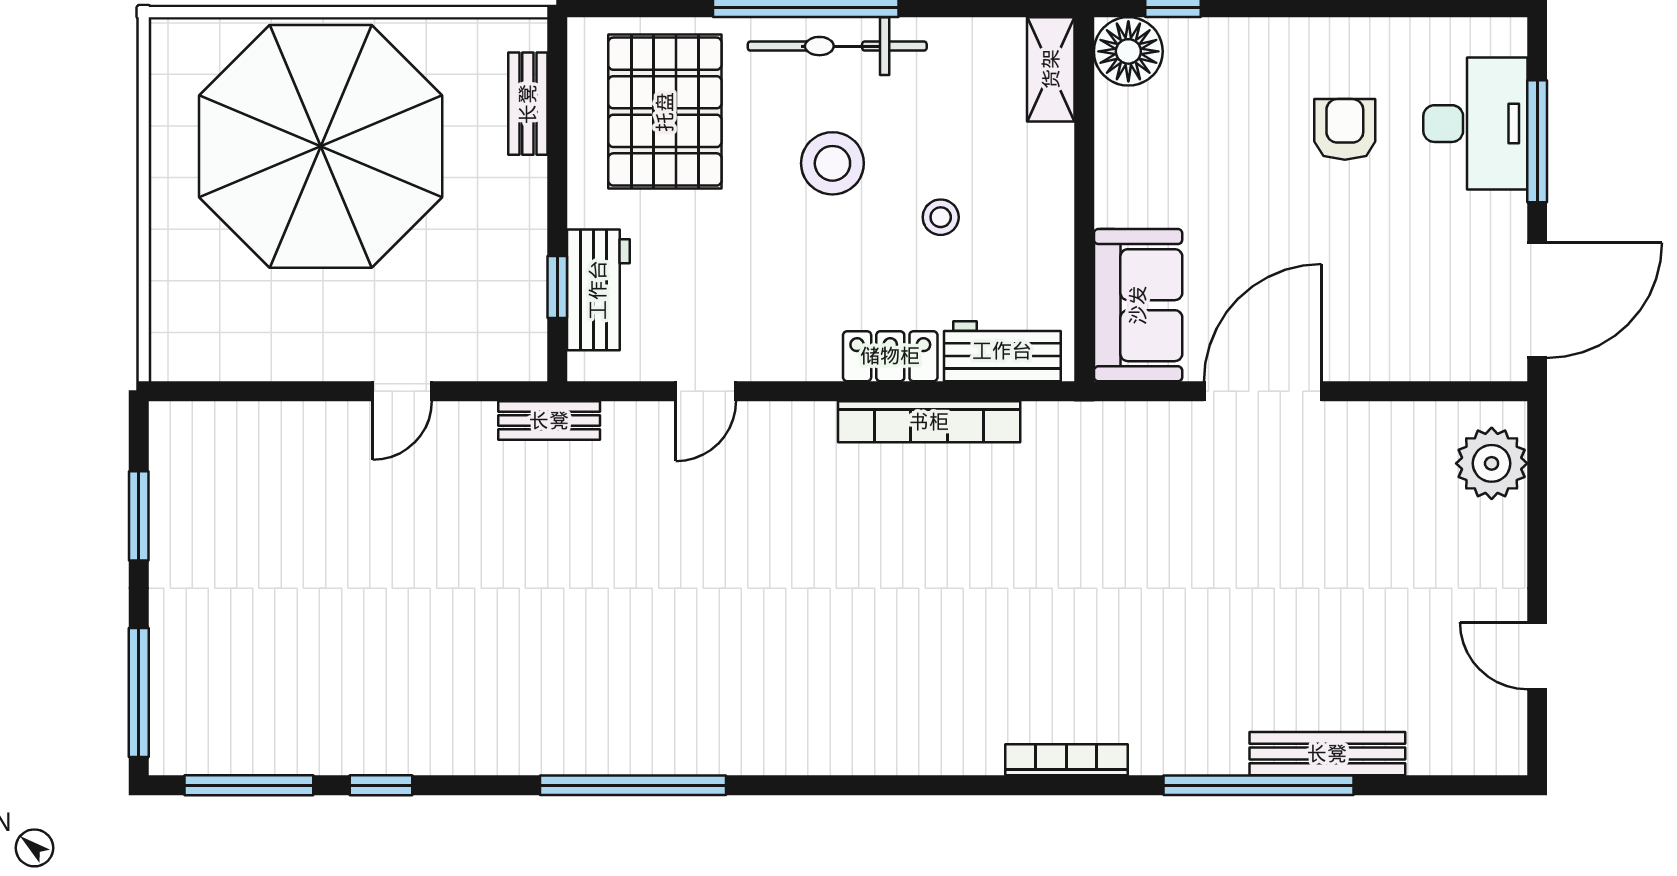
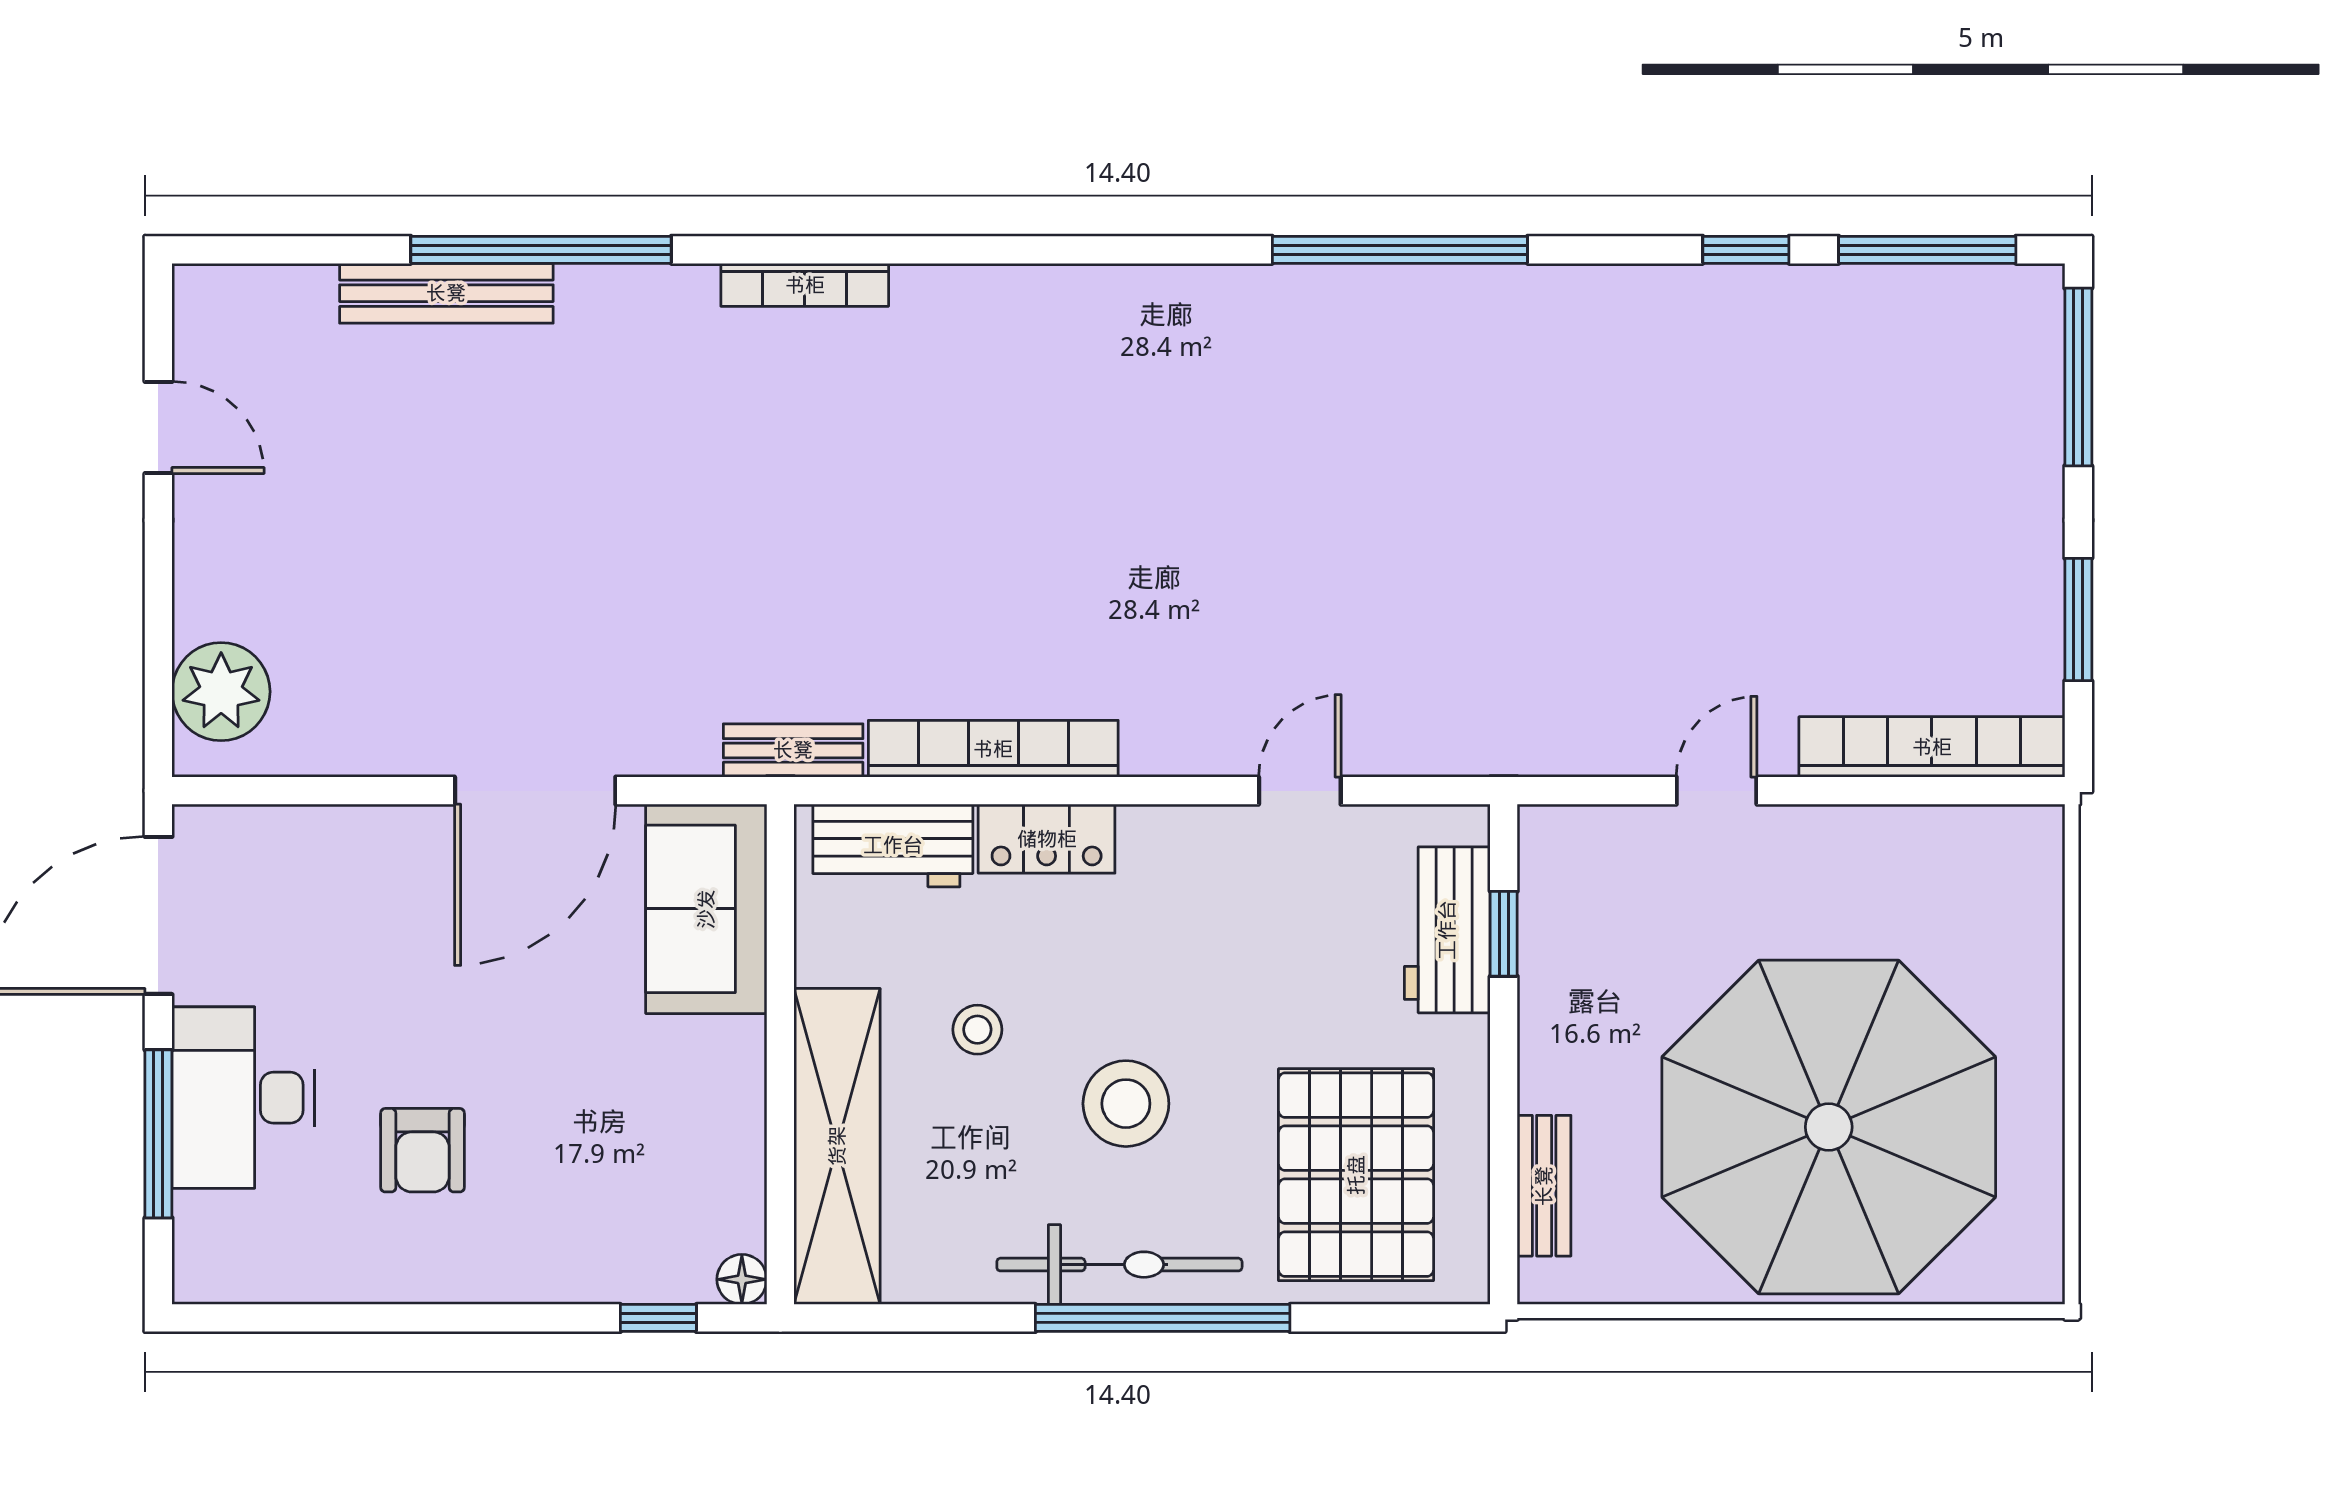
floor lamp: (1128, 51) -> (742, 1279), width x0.53, depth x0.53
shelving: (1051, 69) -> (837, 1146), width x2.20, depth x1.33
desk: (1475, 124) -> (243, 1098), moved
bench: (549, 421) -> (793, 750), moved
bookcase: (245, 423) -> (1932, 747), added

